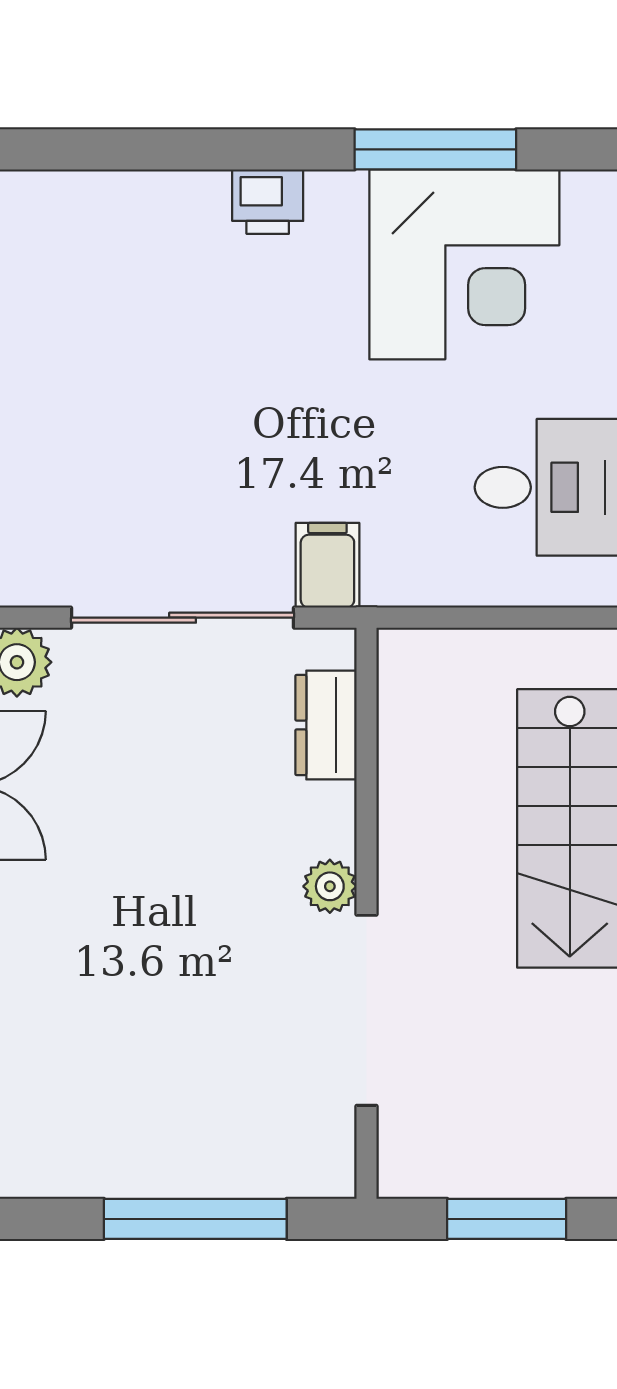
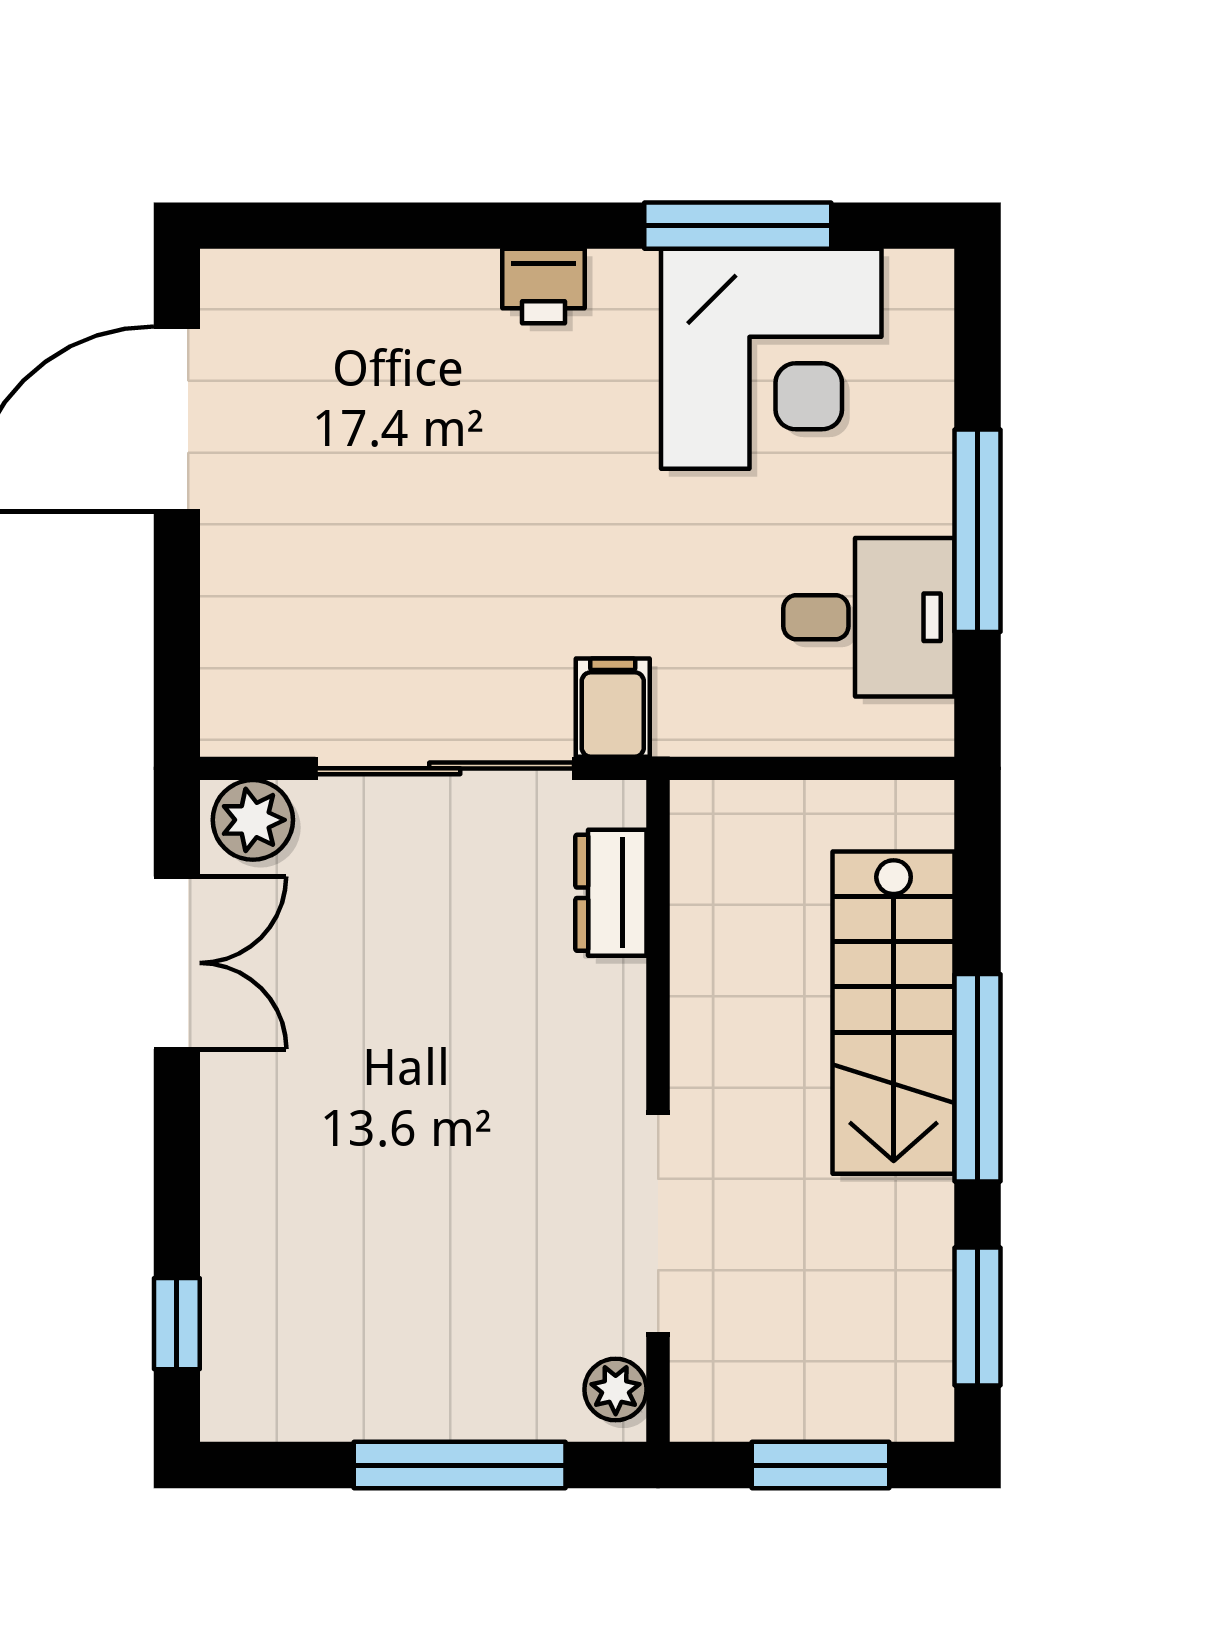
plant: (330, 886) -> (616, 1390), moved

